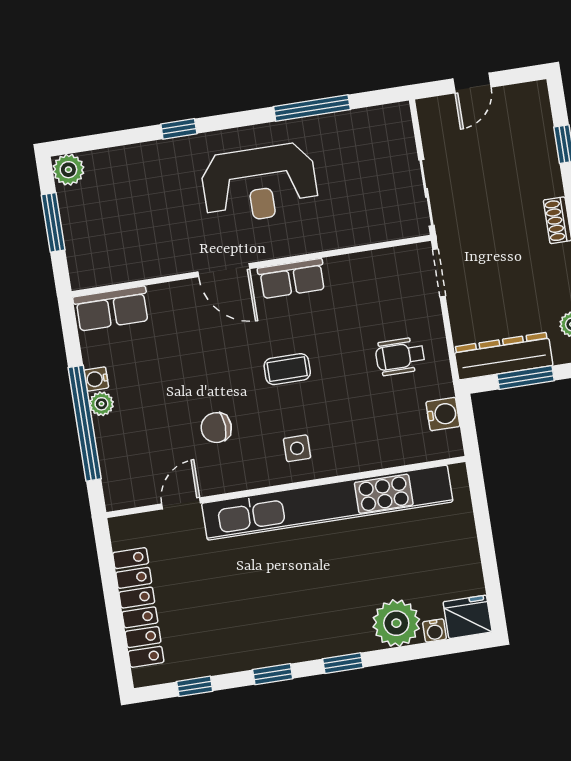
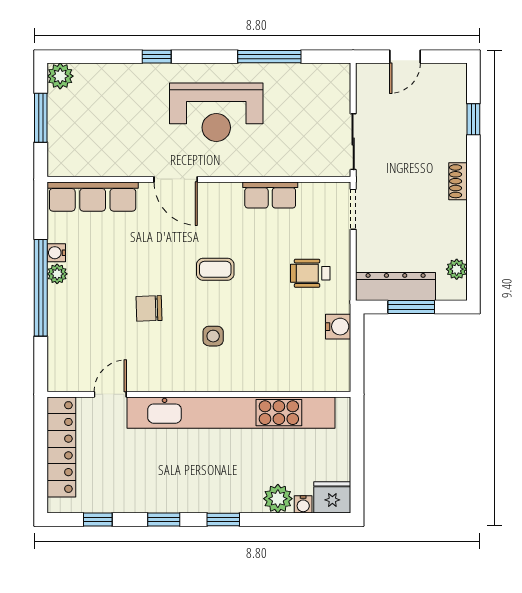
row of seats: (292, 279) -> (270, 195), moved
row of seats: (112, 309) -> (93, 197), width x1.48
wall: (286, 487) -> (199, 394), moved
door: (181, 503) -> (110, 394), moved
kitchen unit: (327, 503) -> (231, 413), moved
plant: (396, 623) -> (278, 499), width x0.73, depth x0.73

